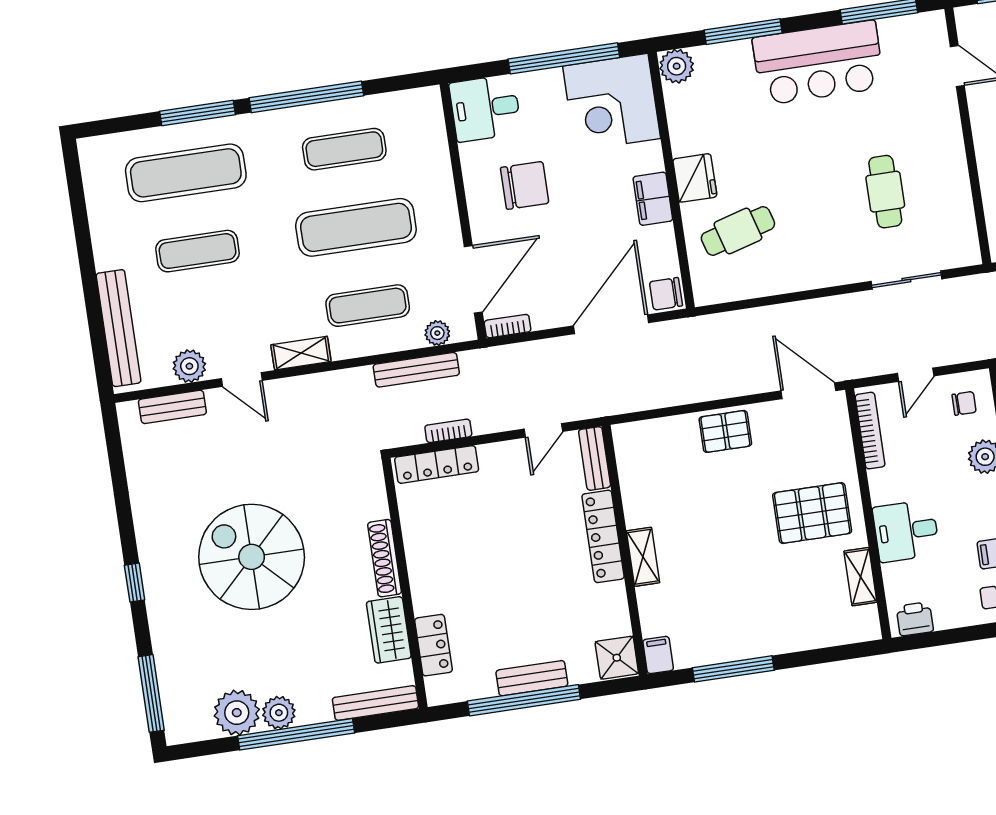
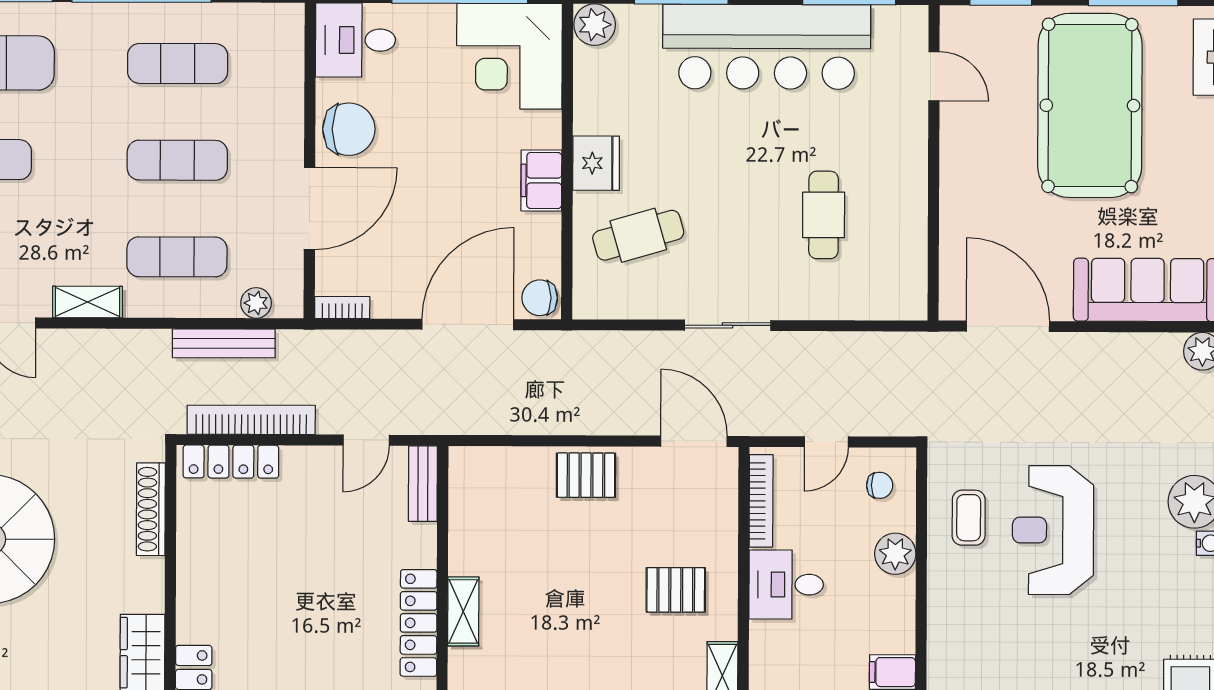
bar counter: (818, 63) -> (767, 47), width x1.36
chair: (525, 185) -> (349, 129), moved
exercise mat: (356, 227) -> (177, 160), width x0.73, depth x0.69
door: (473, 279) -> (309, 208), moved
sliding door: (906, 280) -> (728, 325), moved
bookcase: (448, 431) -> (251, 420), width x2.31, depth x1.31
pallet: (812, 513) -> (676, 590), width x0.67, depth x0.71
desk: (906, 531) -> (786, 585), moved
locker: (603, 536) -> (419, 623), moved
shoe rack: (385, 558) -> (151, 509), moved

